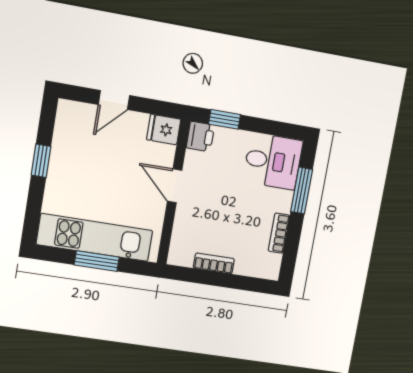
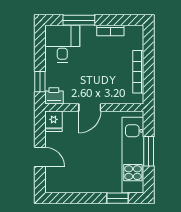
window: (41, 161) -> (117, 198), moved
bookcase: (214, 263) -> (138, 72), width x1.56

